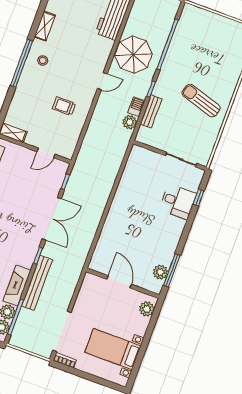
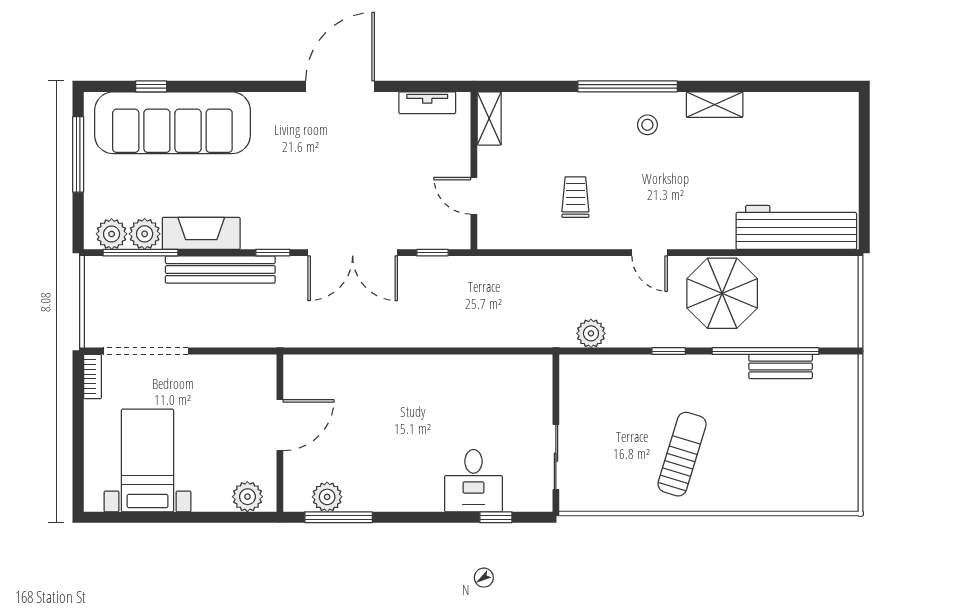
barbecue: (136, 107) -> (625, 335), removed
bench: (151, 111) -> (781, 366), moved

